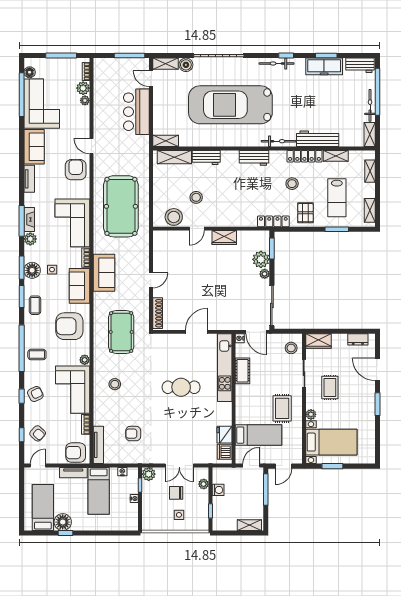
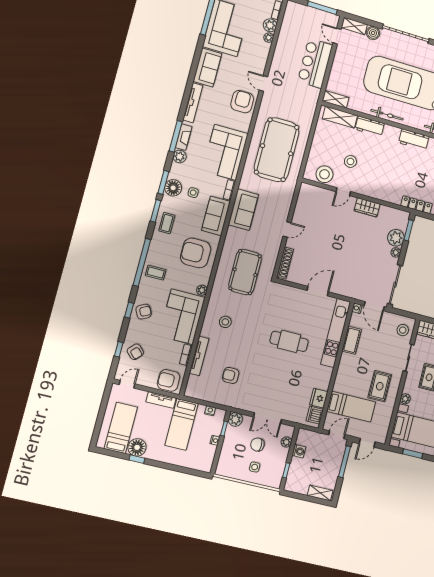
bicycle: (221, 141) -> (387, 115), added
tv unit: (29, 179) -> (193, 103), width x1.41
tv unit: (98, 445) -> (199, 356), moved

